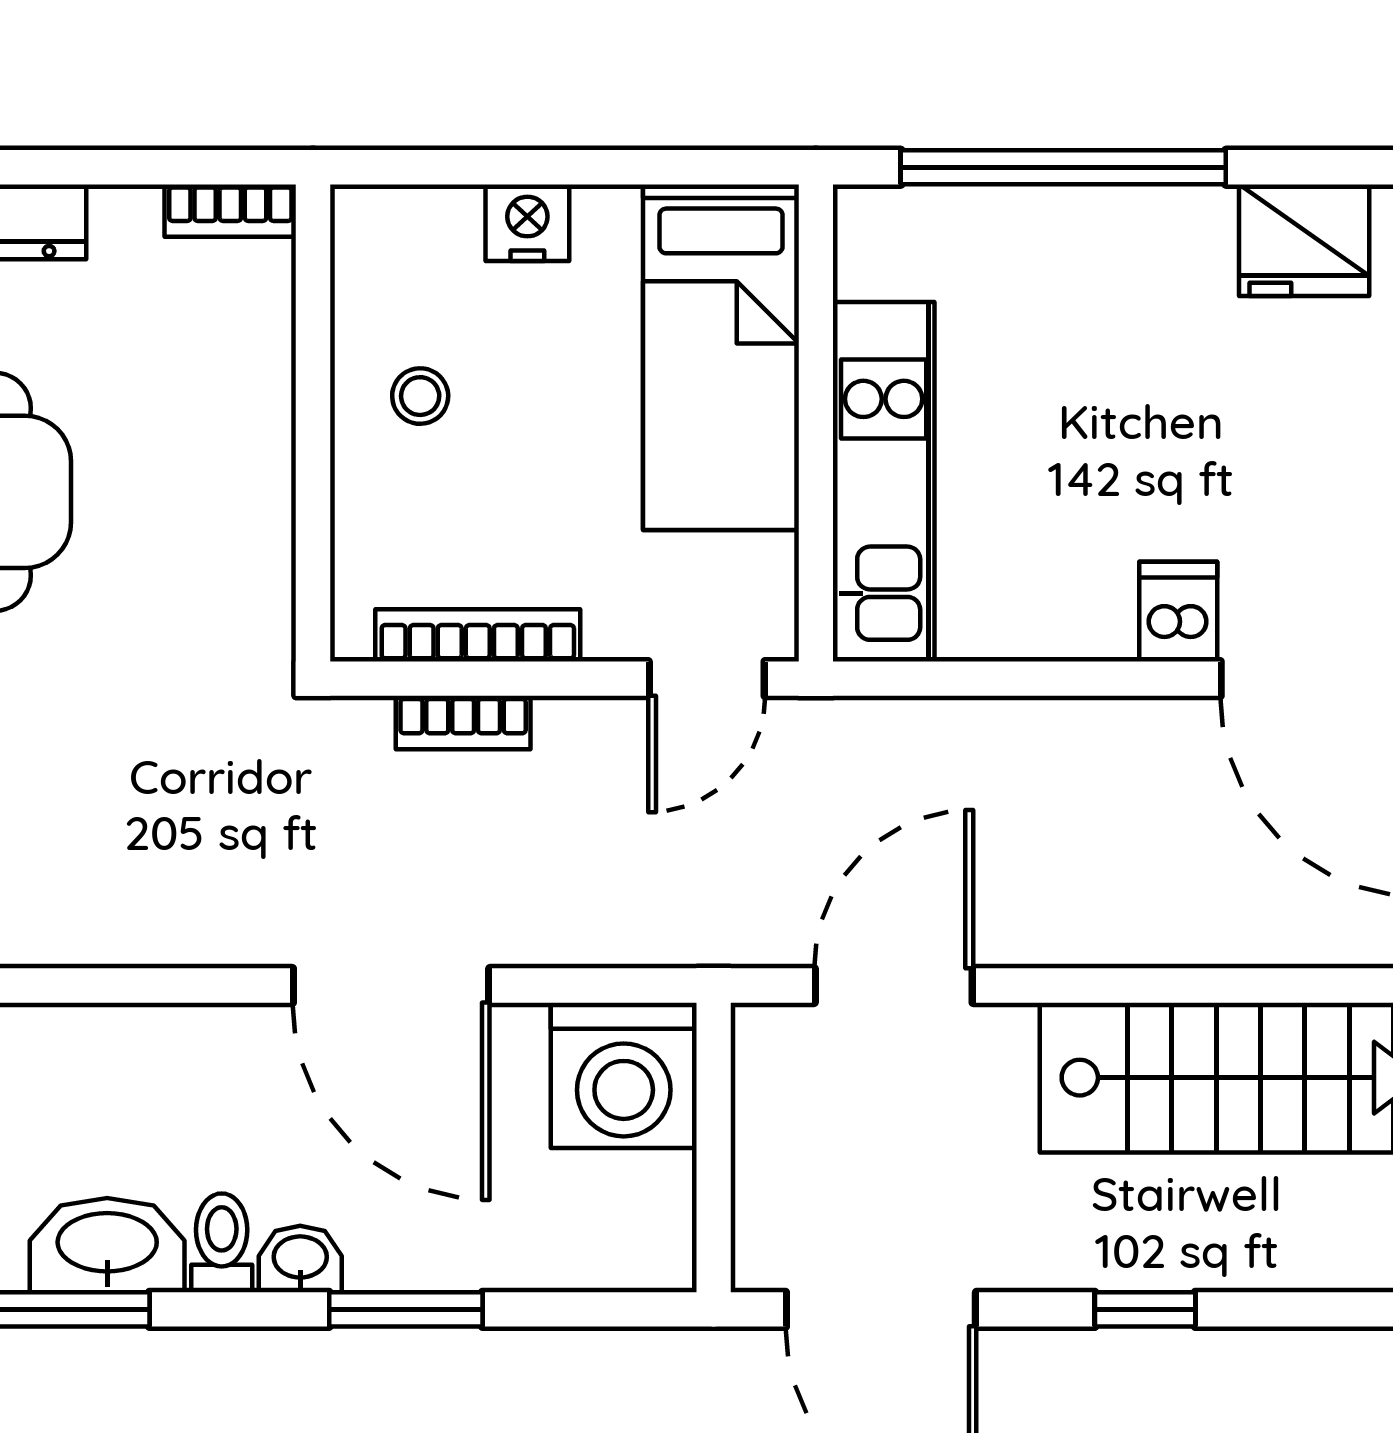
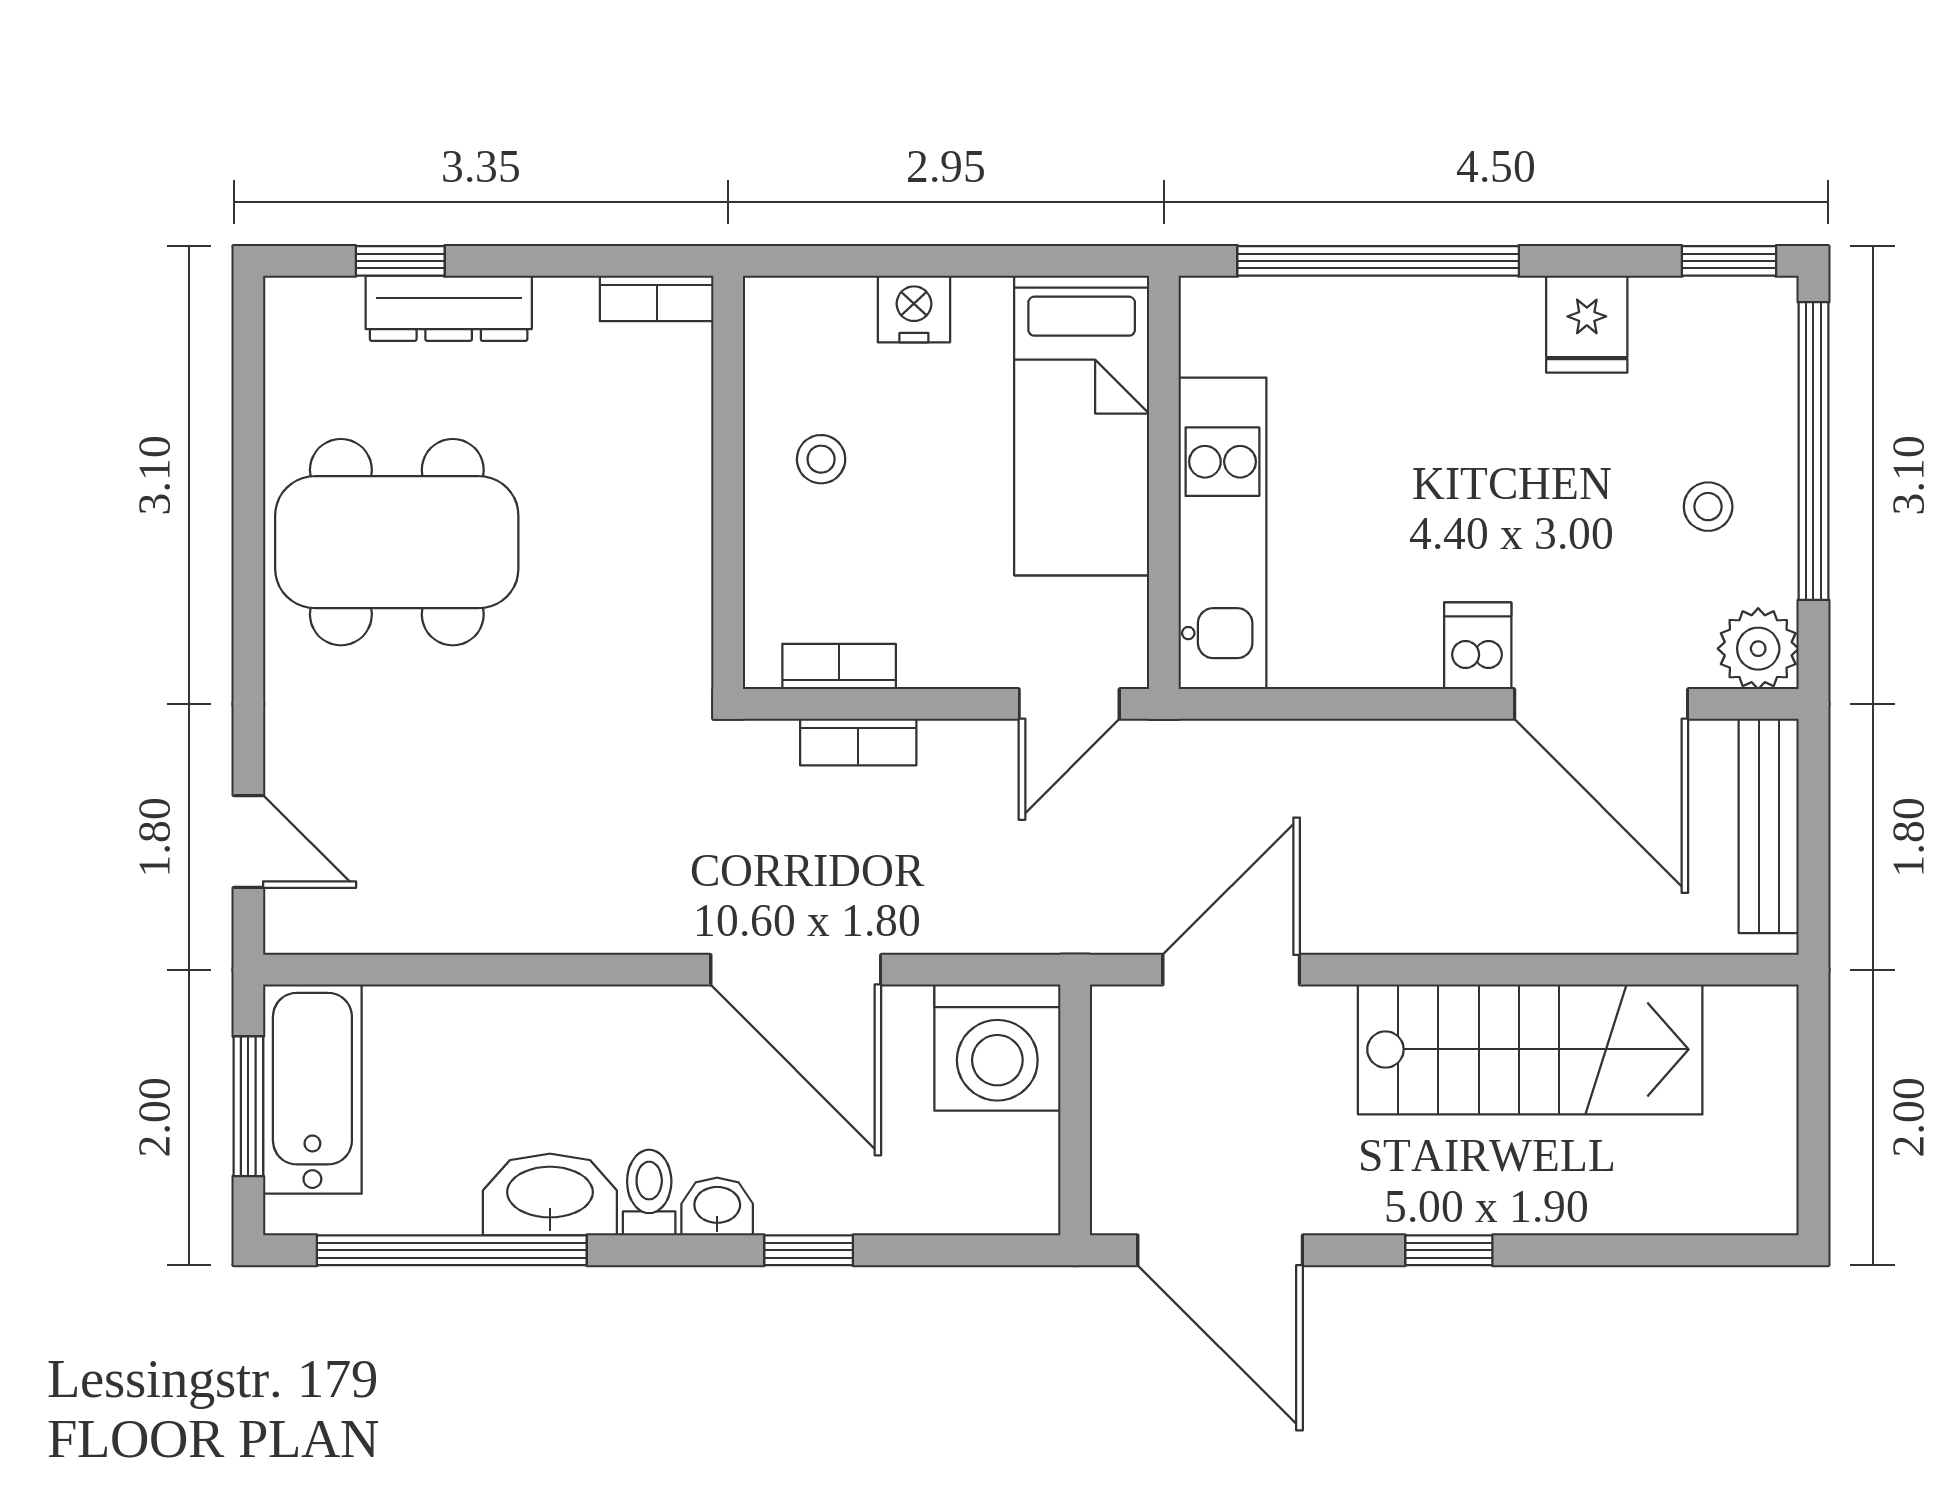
fridge: (1304, 240) -> (1587, 324), width x0.72
bookcase: (478, 635) -> (839, 666), width x0.64
window: (406, 1309) -> (809, 1250), width x0.67

